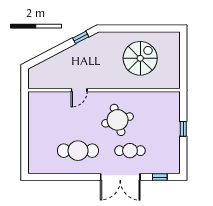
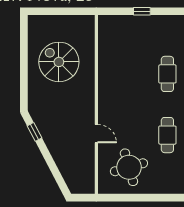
round table: (118, 120) -> (129, 167), moved
cafe table: (78, 151) -> (167, 135), width x0.73, depth x0.74

